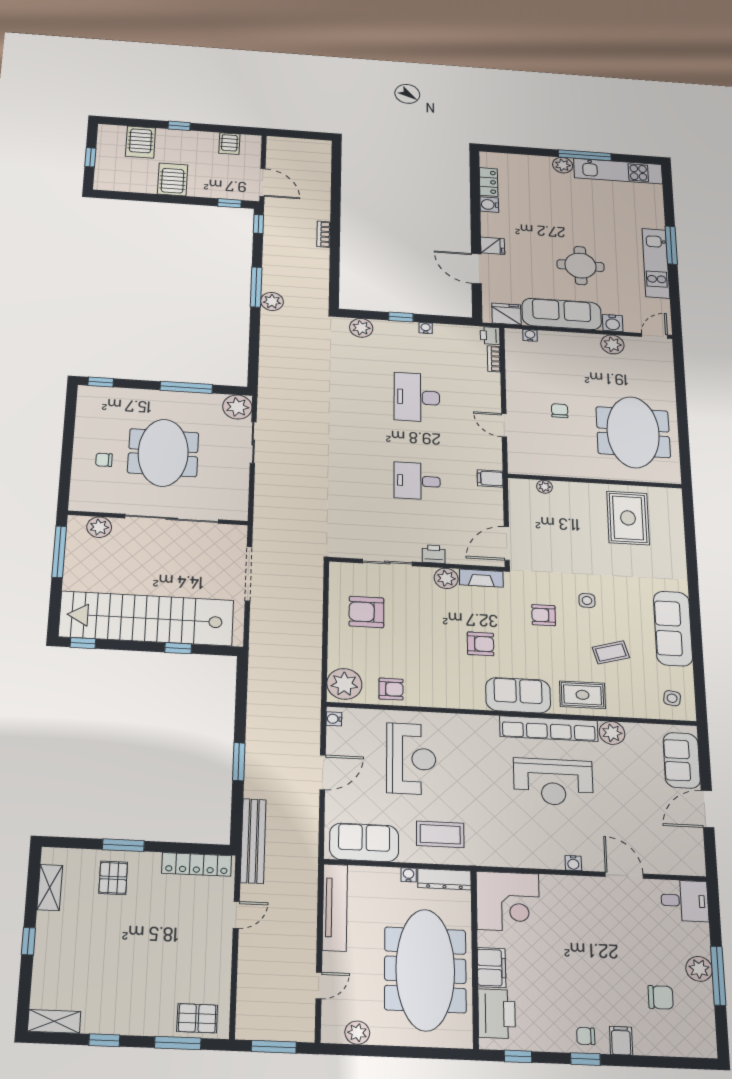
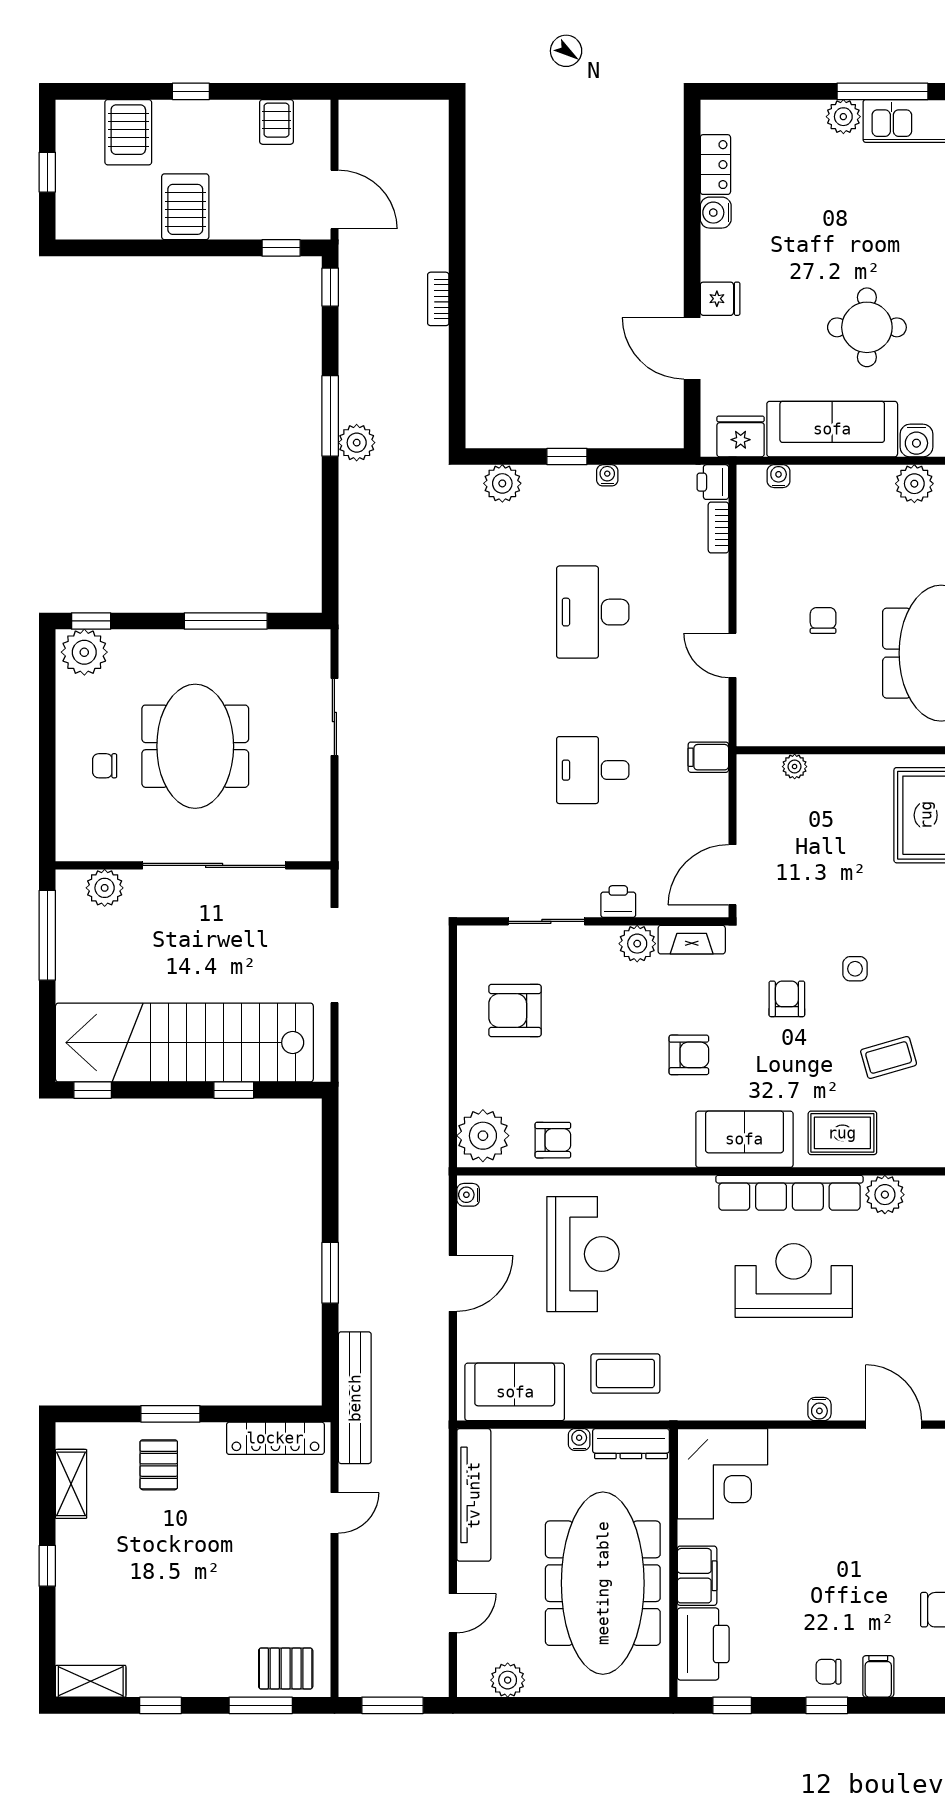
plant: (237, 407) -> (84, 652), moved
armchair: (544, 615) -> (787, 999), turned 90
reception desk: (553, 782) -> (794, 1280), turned 180

